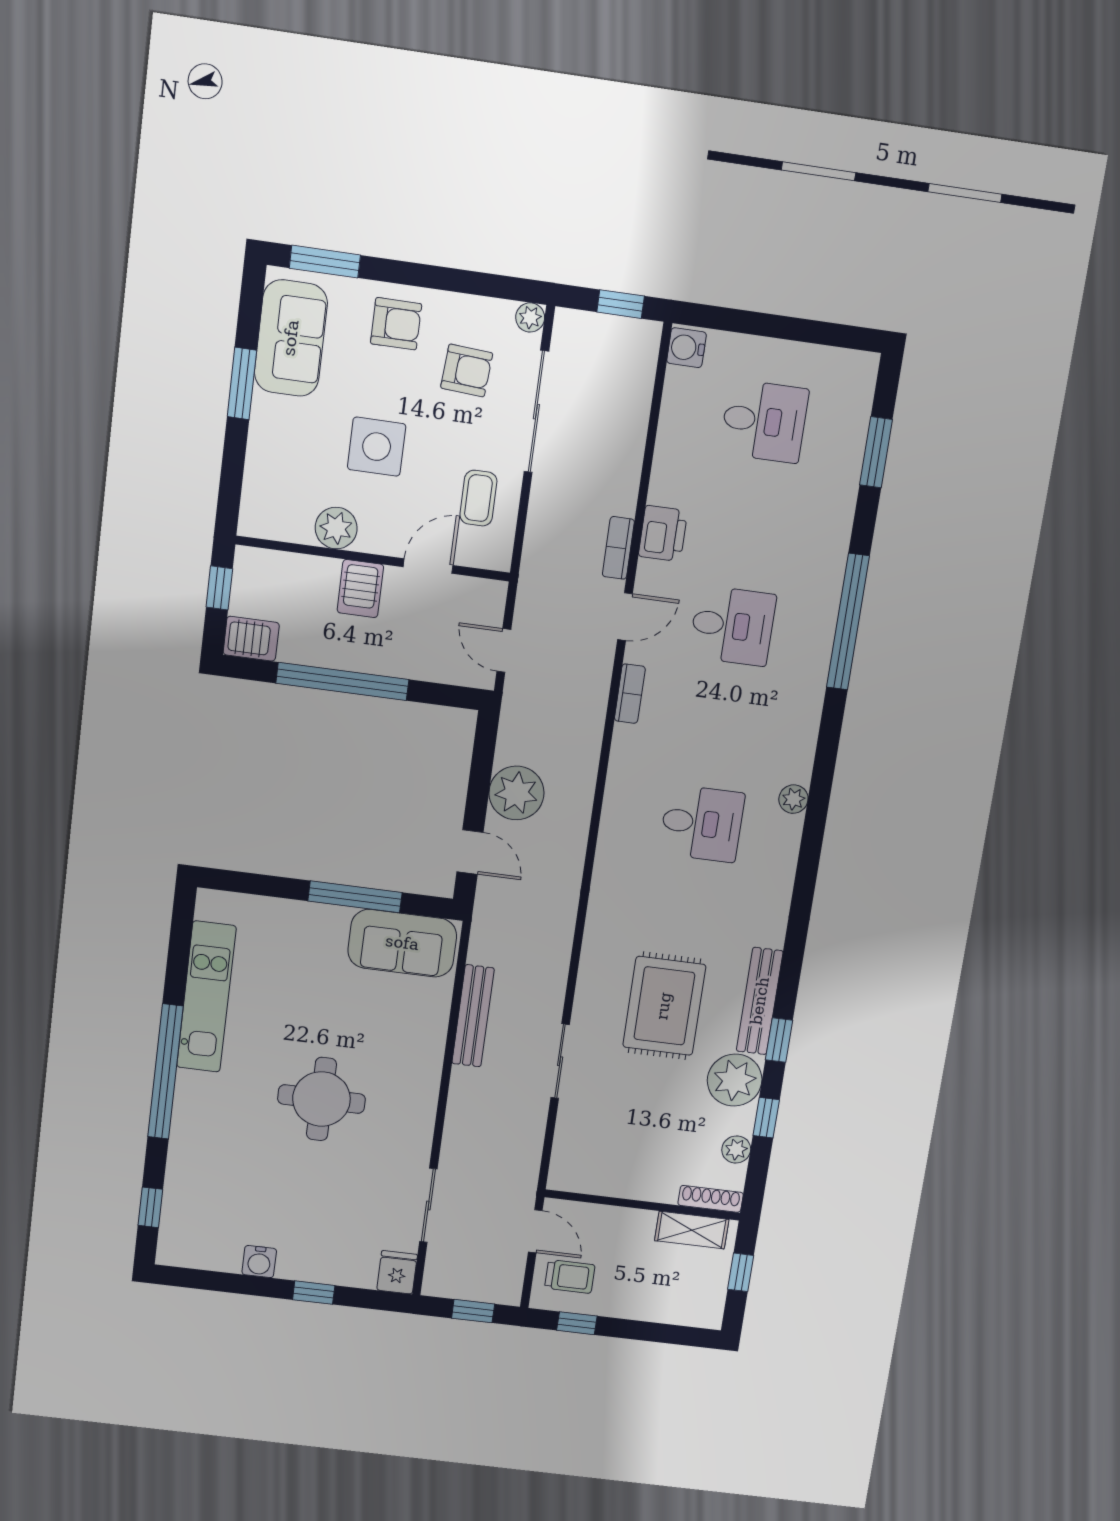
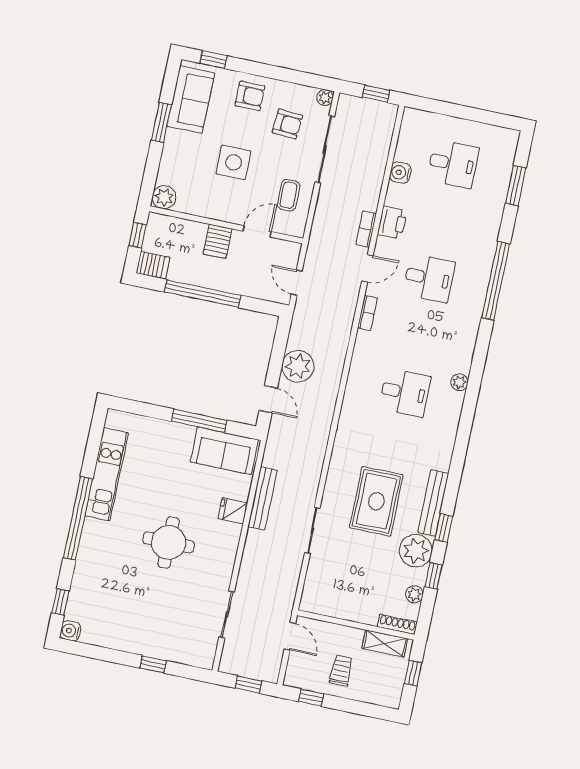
window: (325, 262) -> (213, 60), width x0.67
water cooler: (687, 348) -> (400, 173), moved
plant: (336, 528) -> (164, 197), moved
water cooler: (259, 1262) -> (70, 631), moved, turned 90
fridge: (397, 1272) -> (233, 511), moved, turned -90
trolley: (570, 1277) -> (341, 671), moved, turned -90

